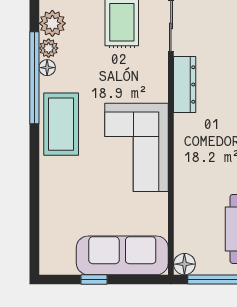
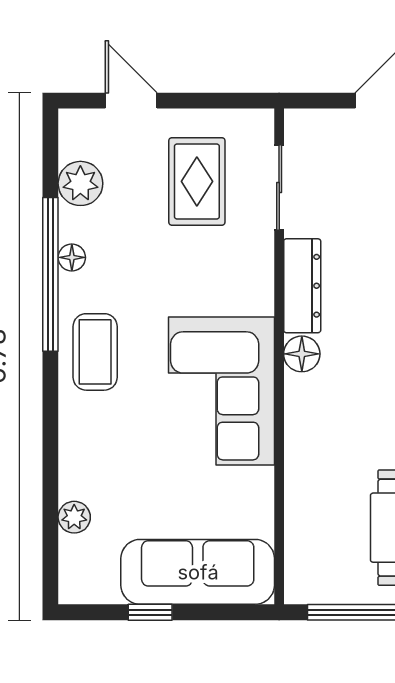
plant: (49, 48) -> (74, 517), moved
coffee table: (61, 124) -> (95, 352), width x0.73, depth x0.76
floor lamp: (184, 264) -> (302, 354), moved

